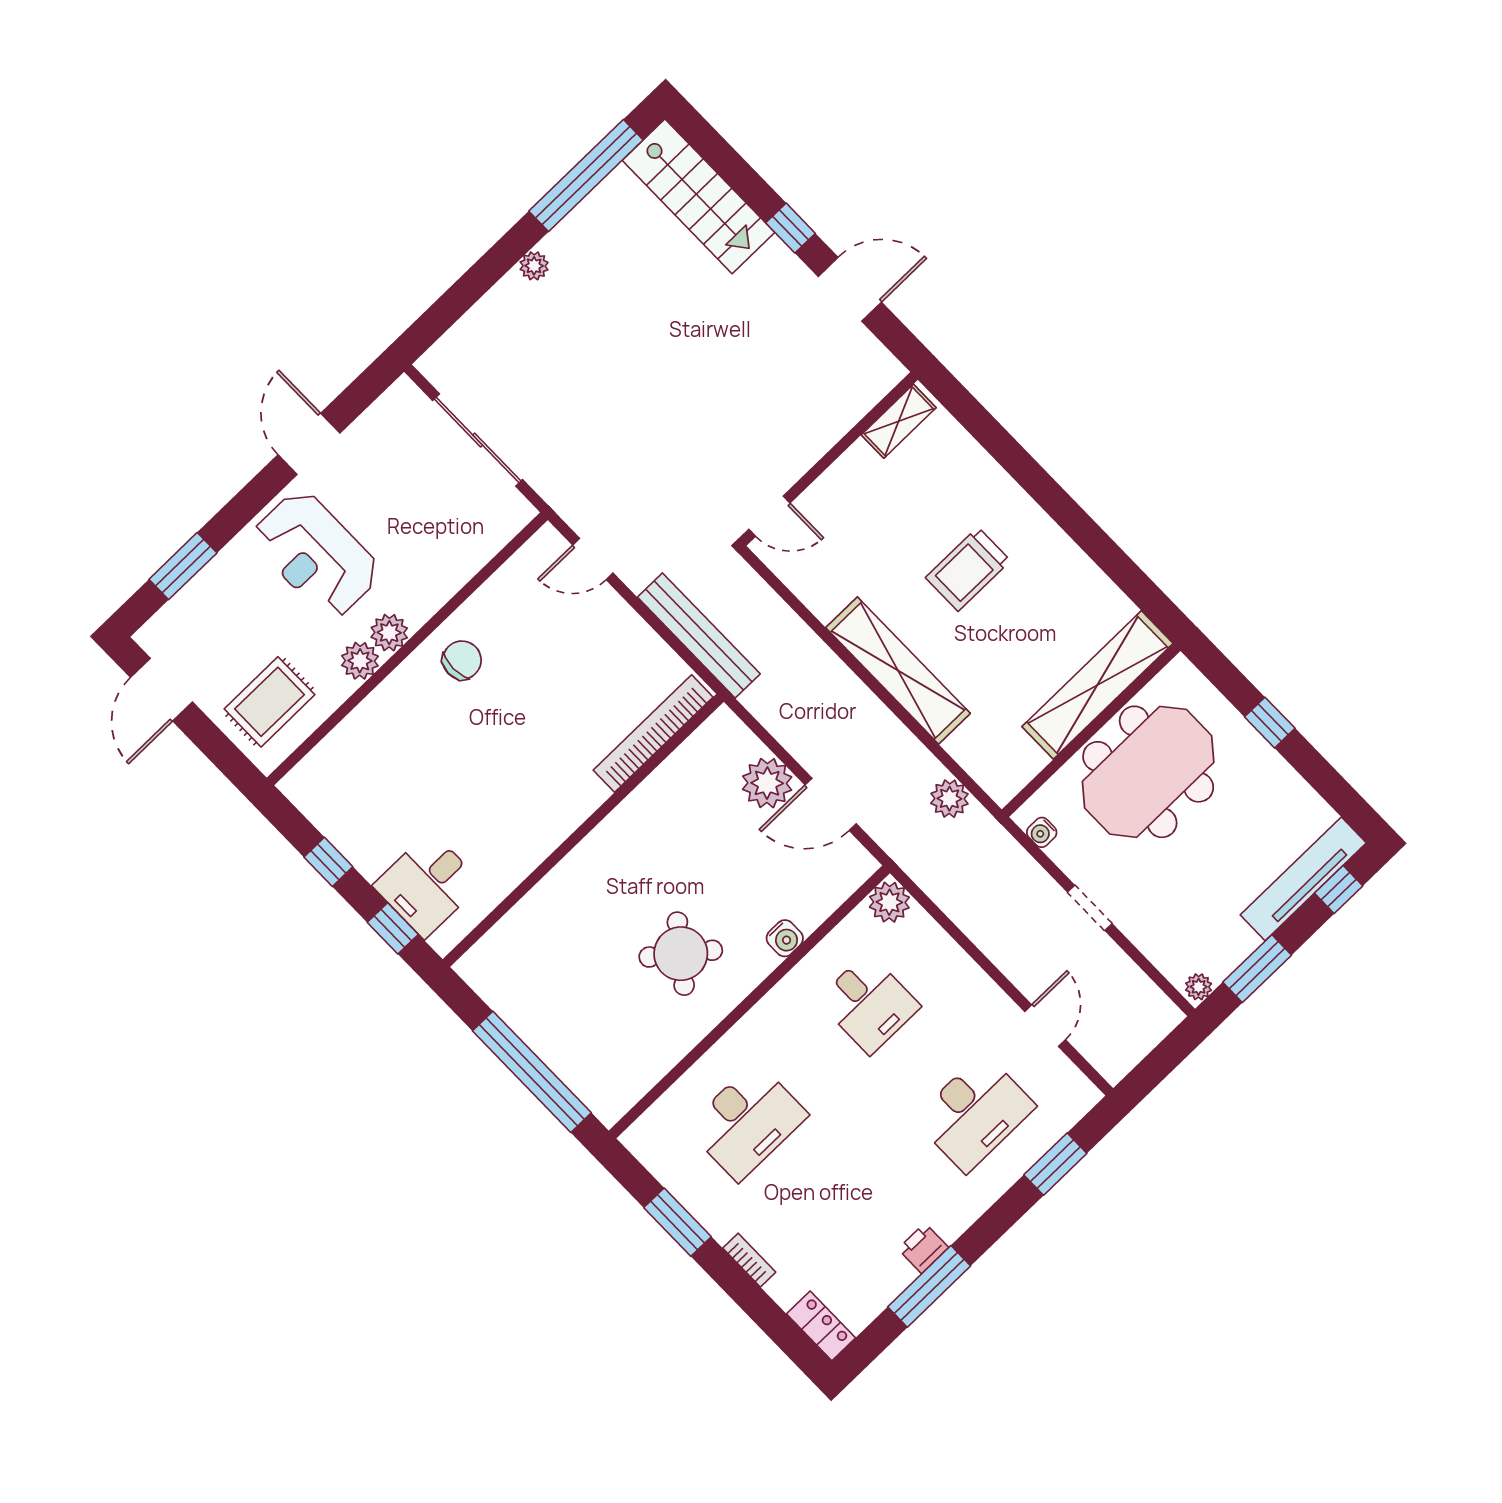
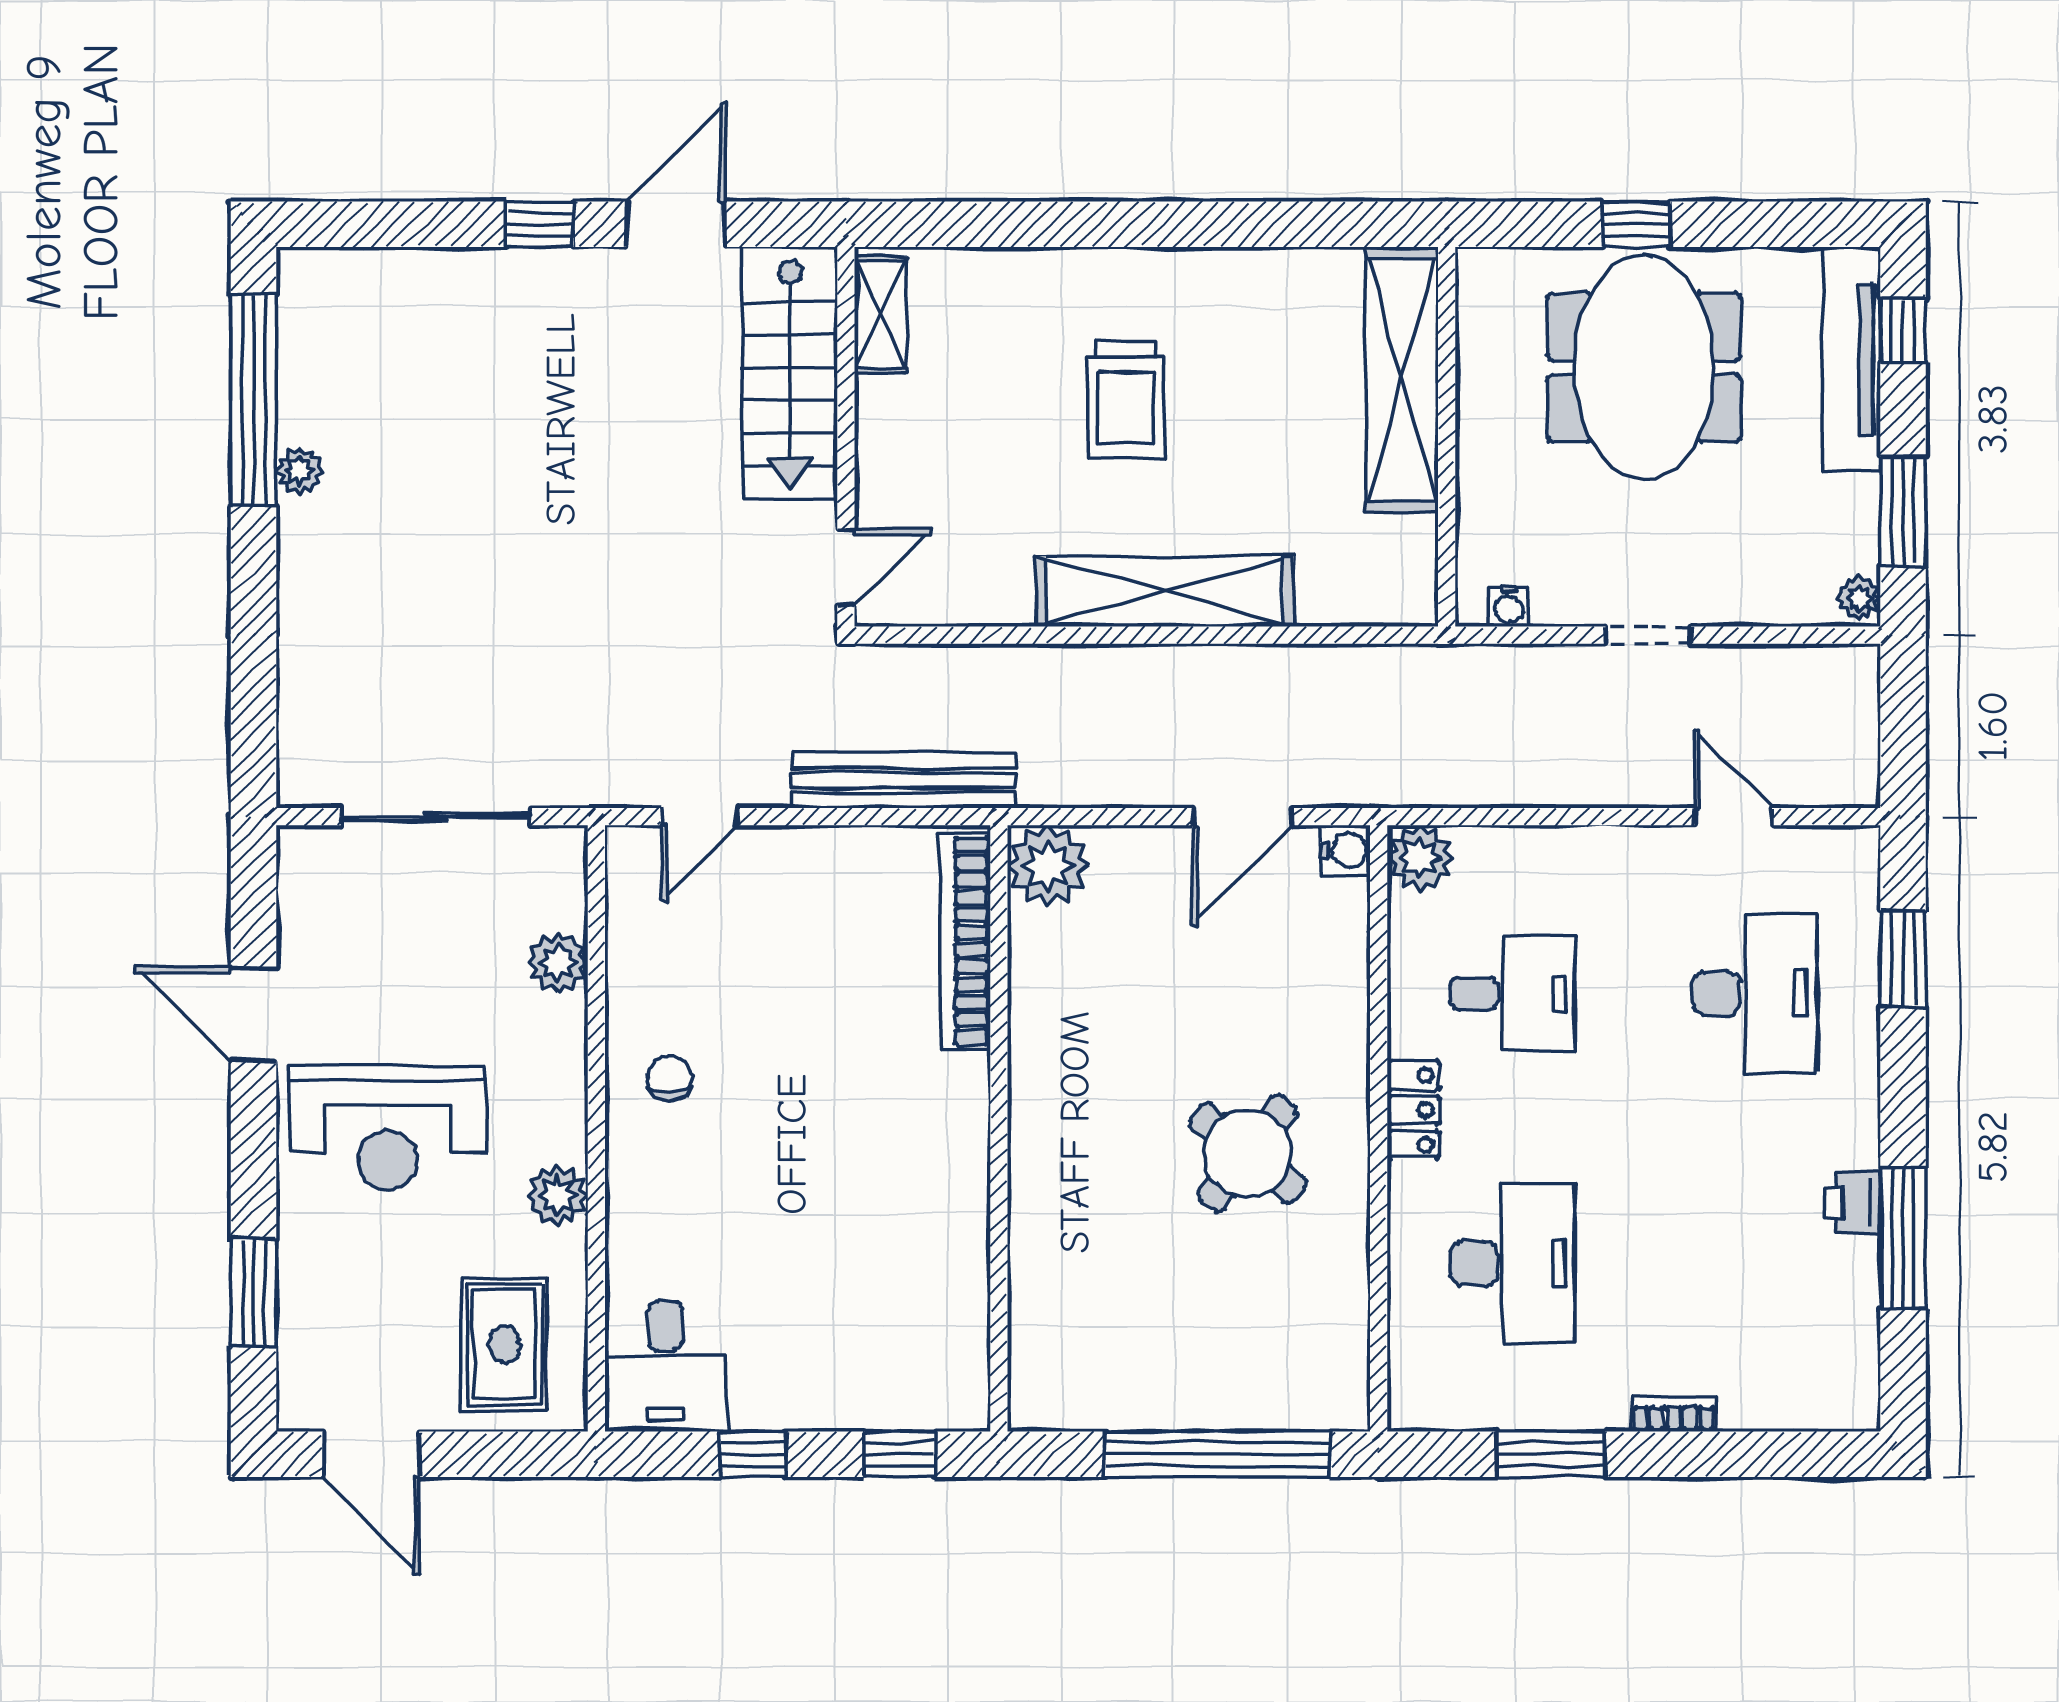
stairs: (698, 196) -> (790, 373), moved, turned 90
plant: (534, 266) -> (299, 471), moved
plant: (389, 633) -> (558, 962), moved
chair: (462, 660) -> (670, 1078), width x0.73, depth x0.73
meeting table: (1148, 772) -> (1644, 368), moved
plant: (767, 783) -> (1048, 866), moved
plant: (949, 799) -> (1368, 675), removed
desk: (427, 884) -> (666, 1366), moved
water cooler: (785, 938) -> (1345, 850), moved
locker: (821, 1326) -> (1413, 1110), moved, turned 90

